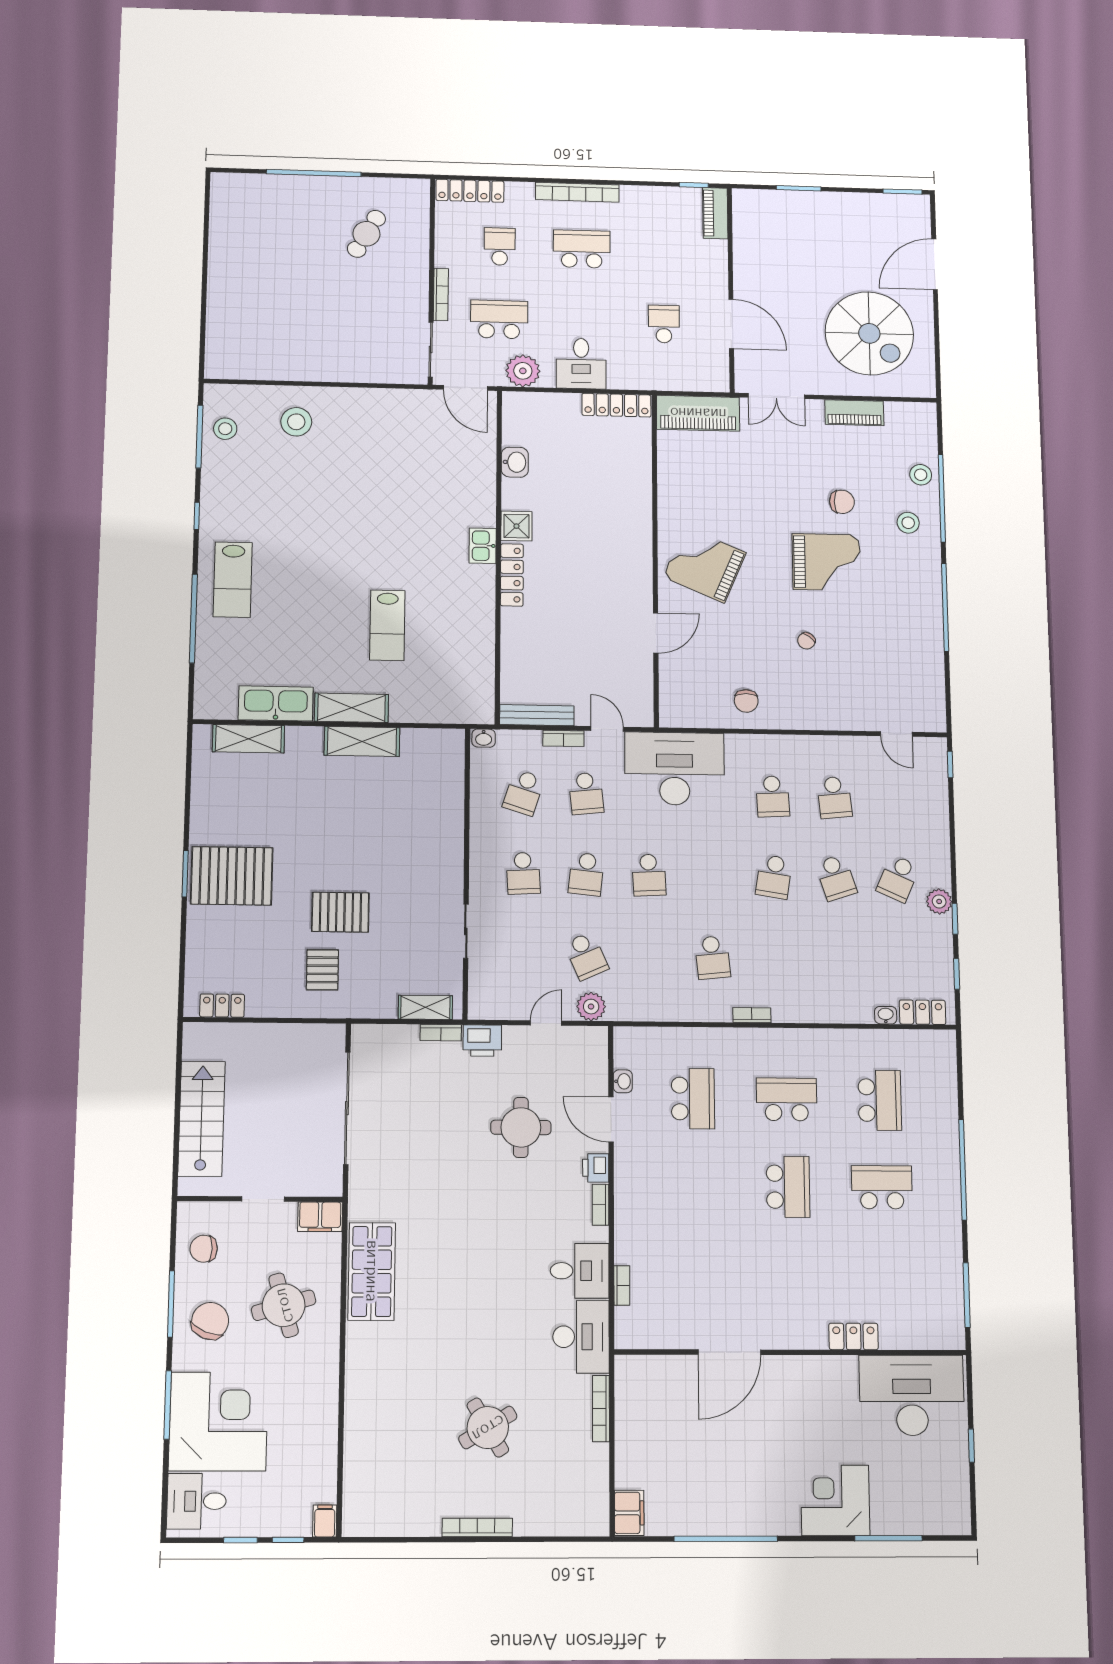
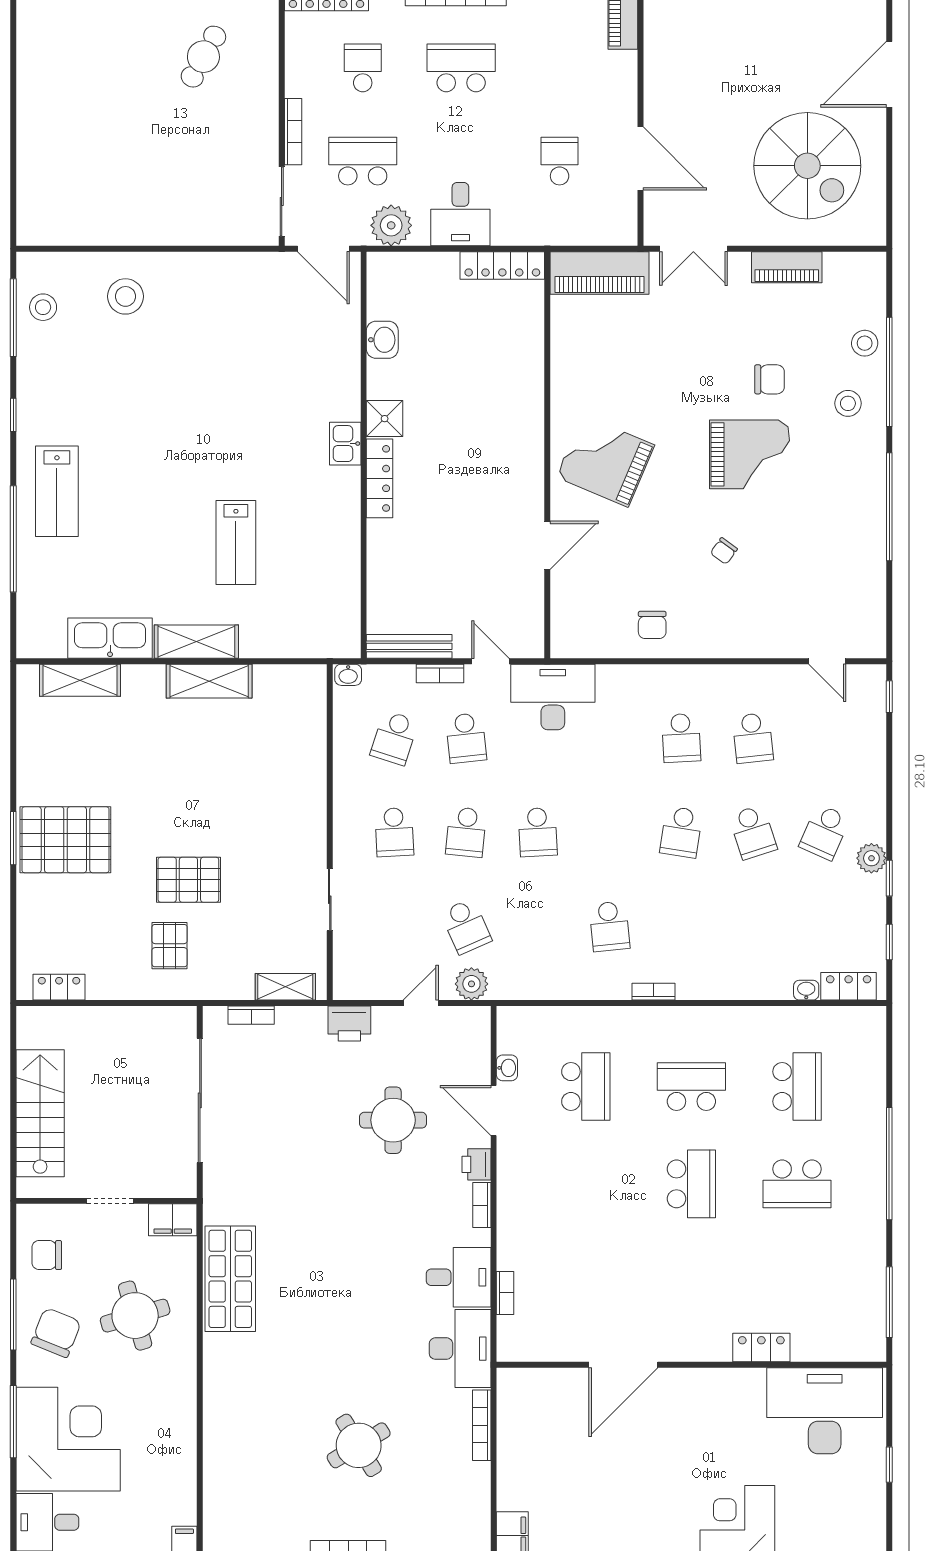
desk: (675, 769) -> (553, 697), width x0.73, depth x0.77
bookcase: (441, 1033) -> (251, 1015), moved
school desk: (882, 1187) -> (797, 1184), turned 180

